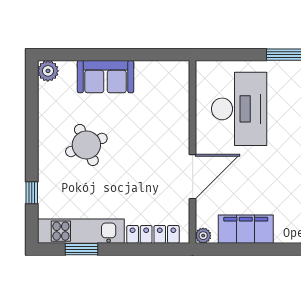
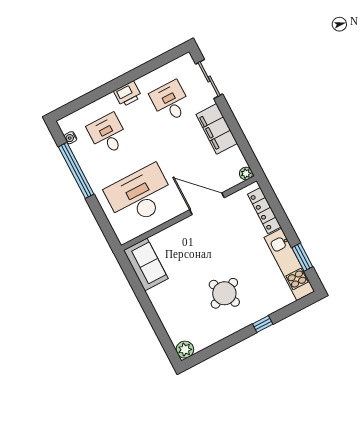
sofa: (106, 77) -> (146, 264), moved
window: (32, 193) -> (263, 324), moved
filing cabinet: (246, 229) -> (217, 129), moved

